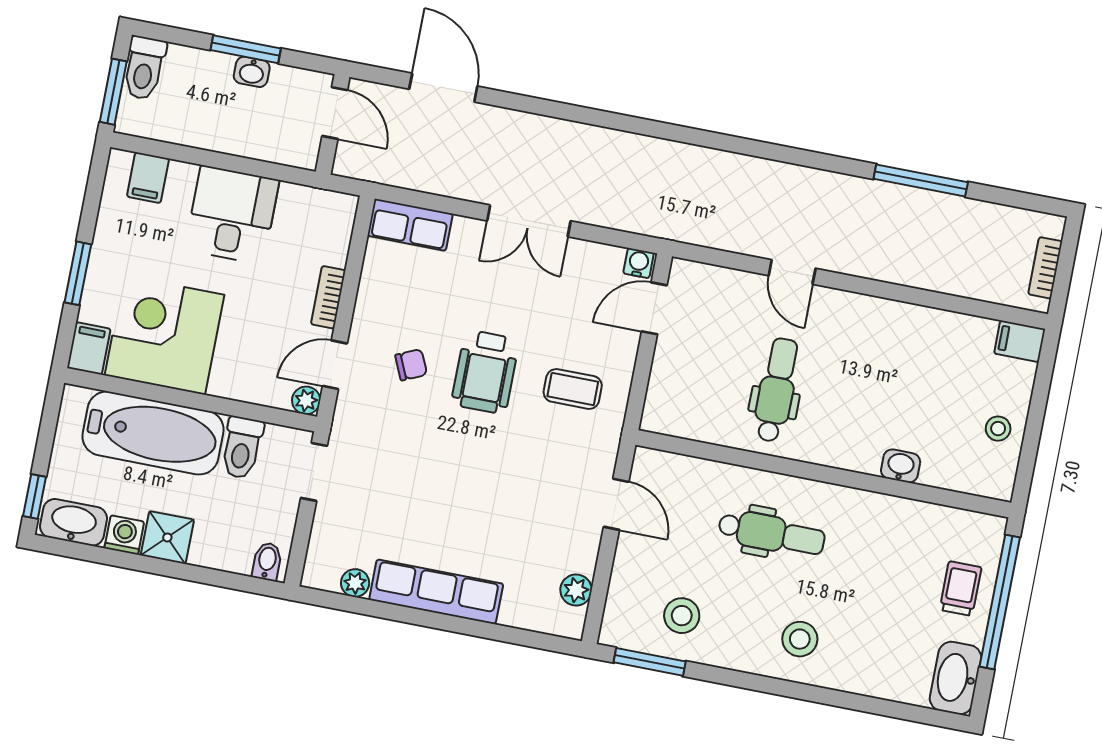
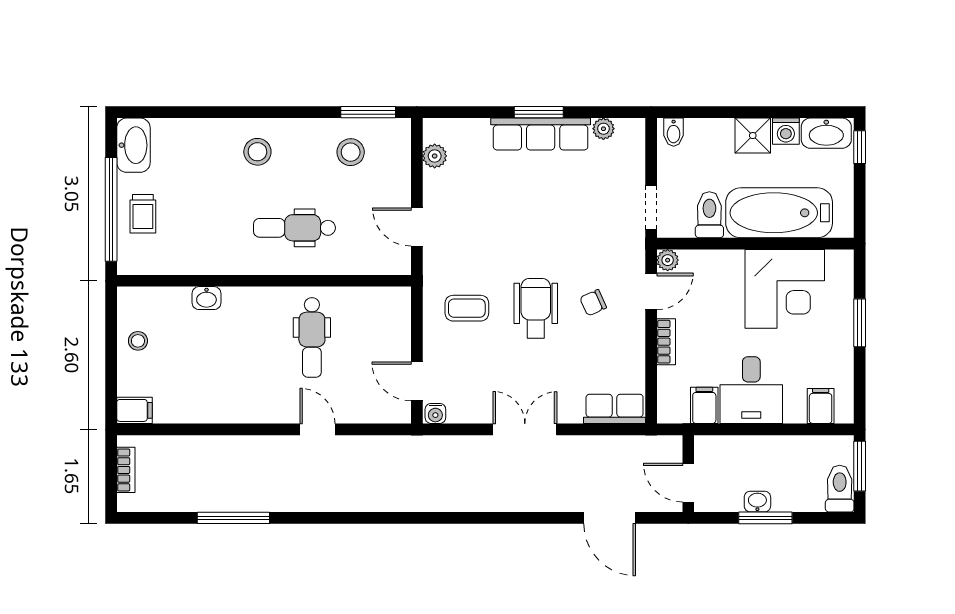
door: (654, 308) -> (417, 381), swing flipped
filing cabinet: (89, 348) -> (704, 405), moved, turned 180
window: (433, 620) -> (539, 112), added

